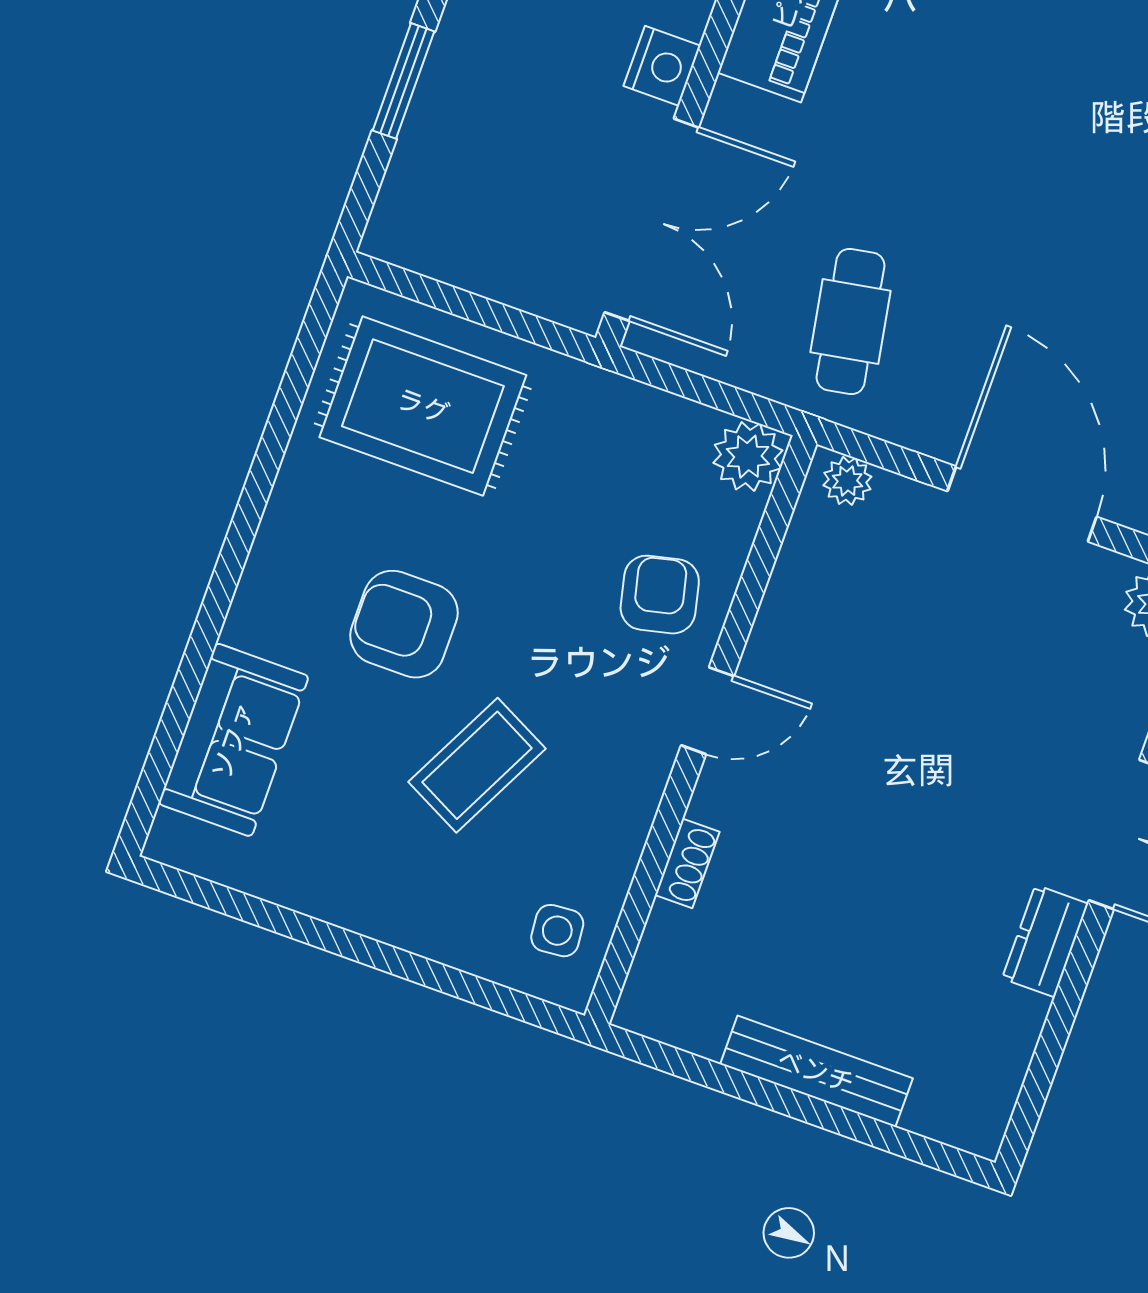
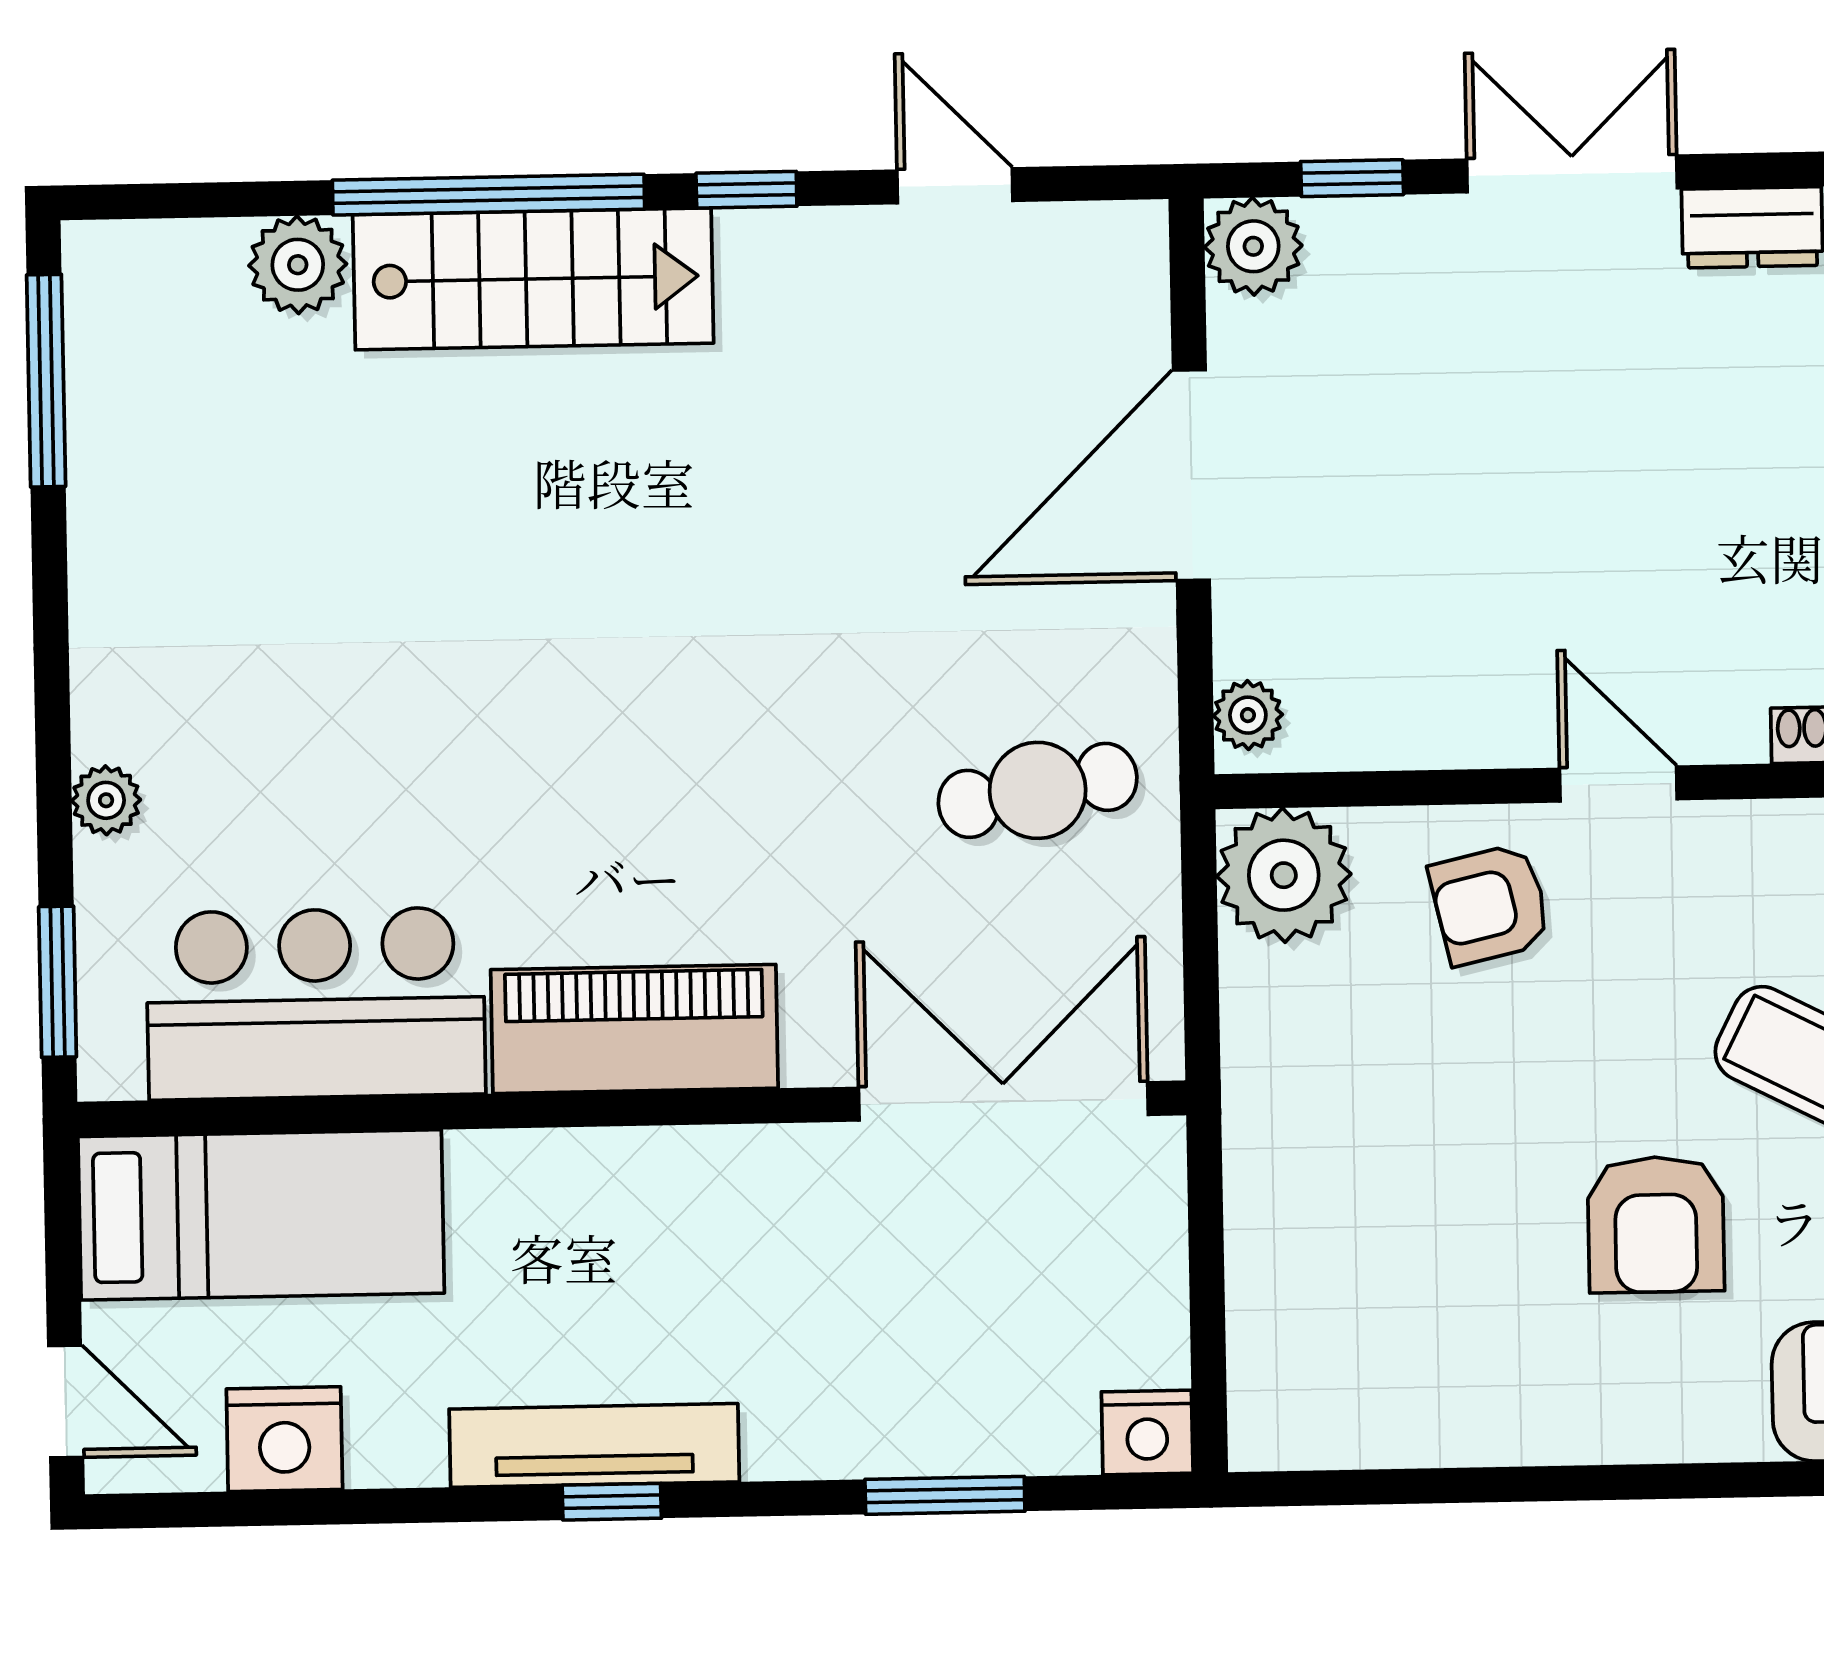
nightstand: (662, 66) -> (1147, 1432), moved, turned 180
rug: (423, 406) -> (1361, 1308), removed
plant: (748, 457) -> (1284, 875), width x1.36, depth x1.36

